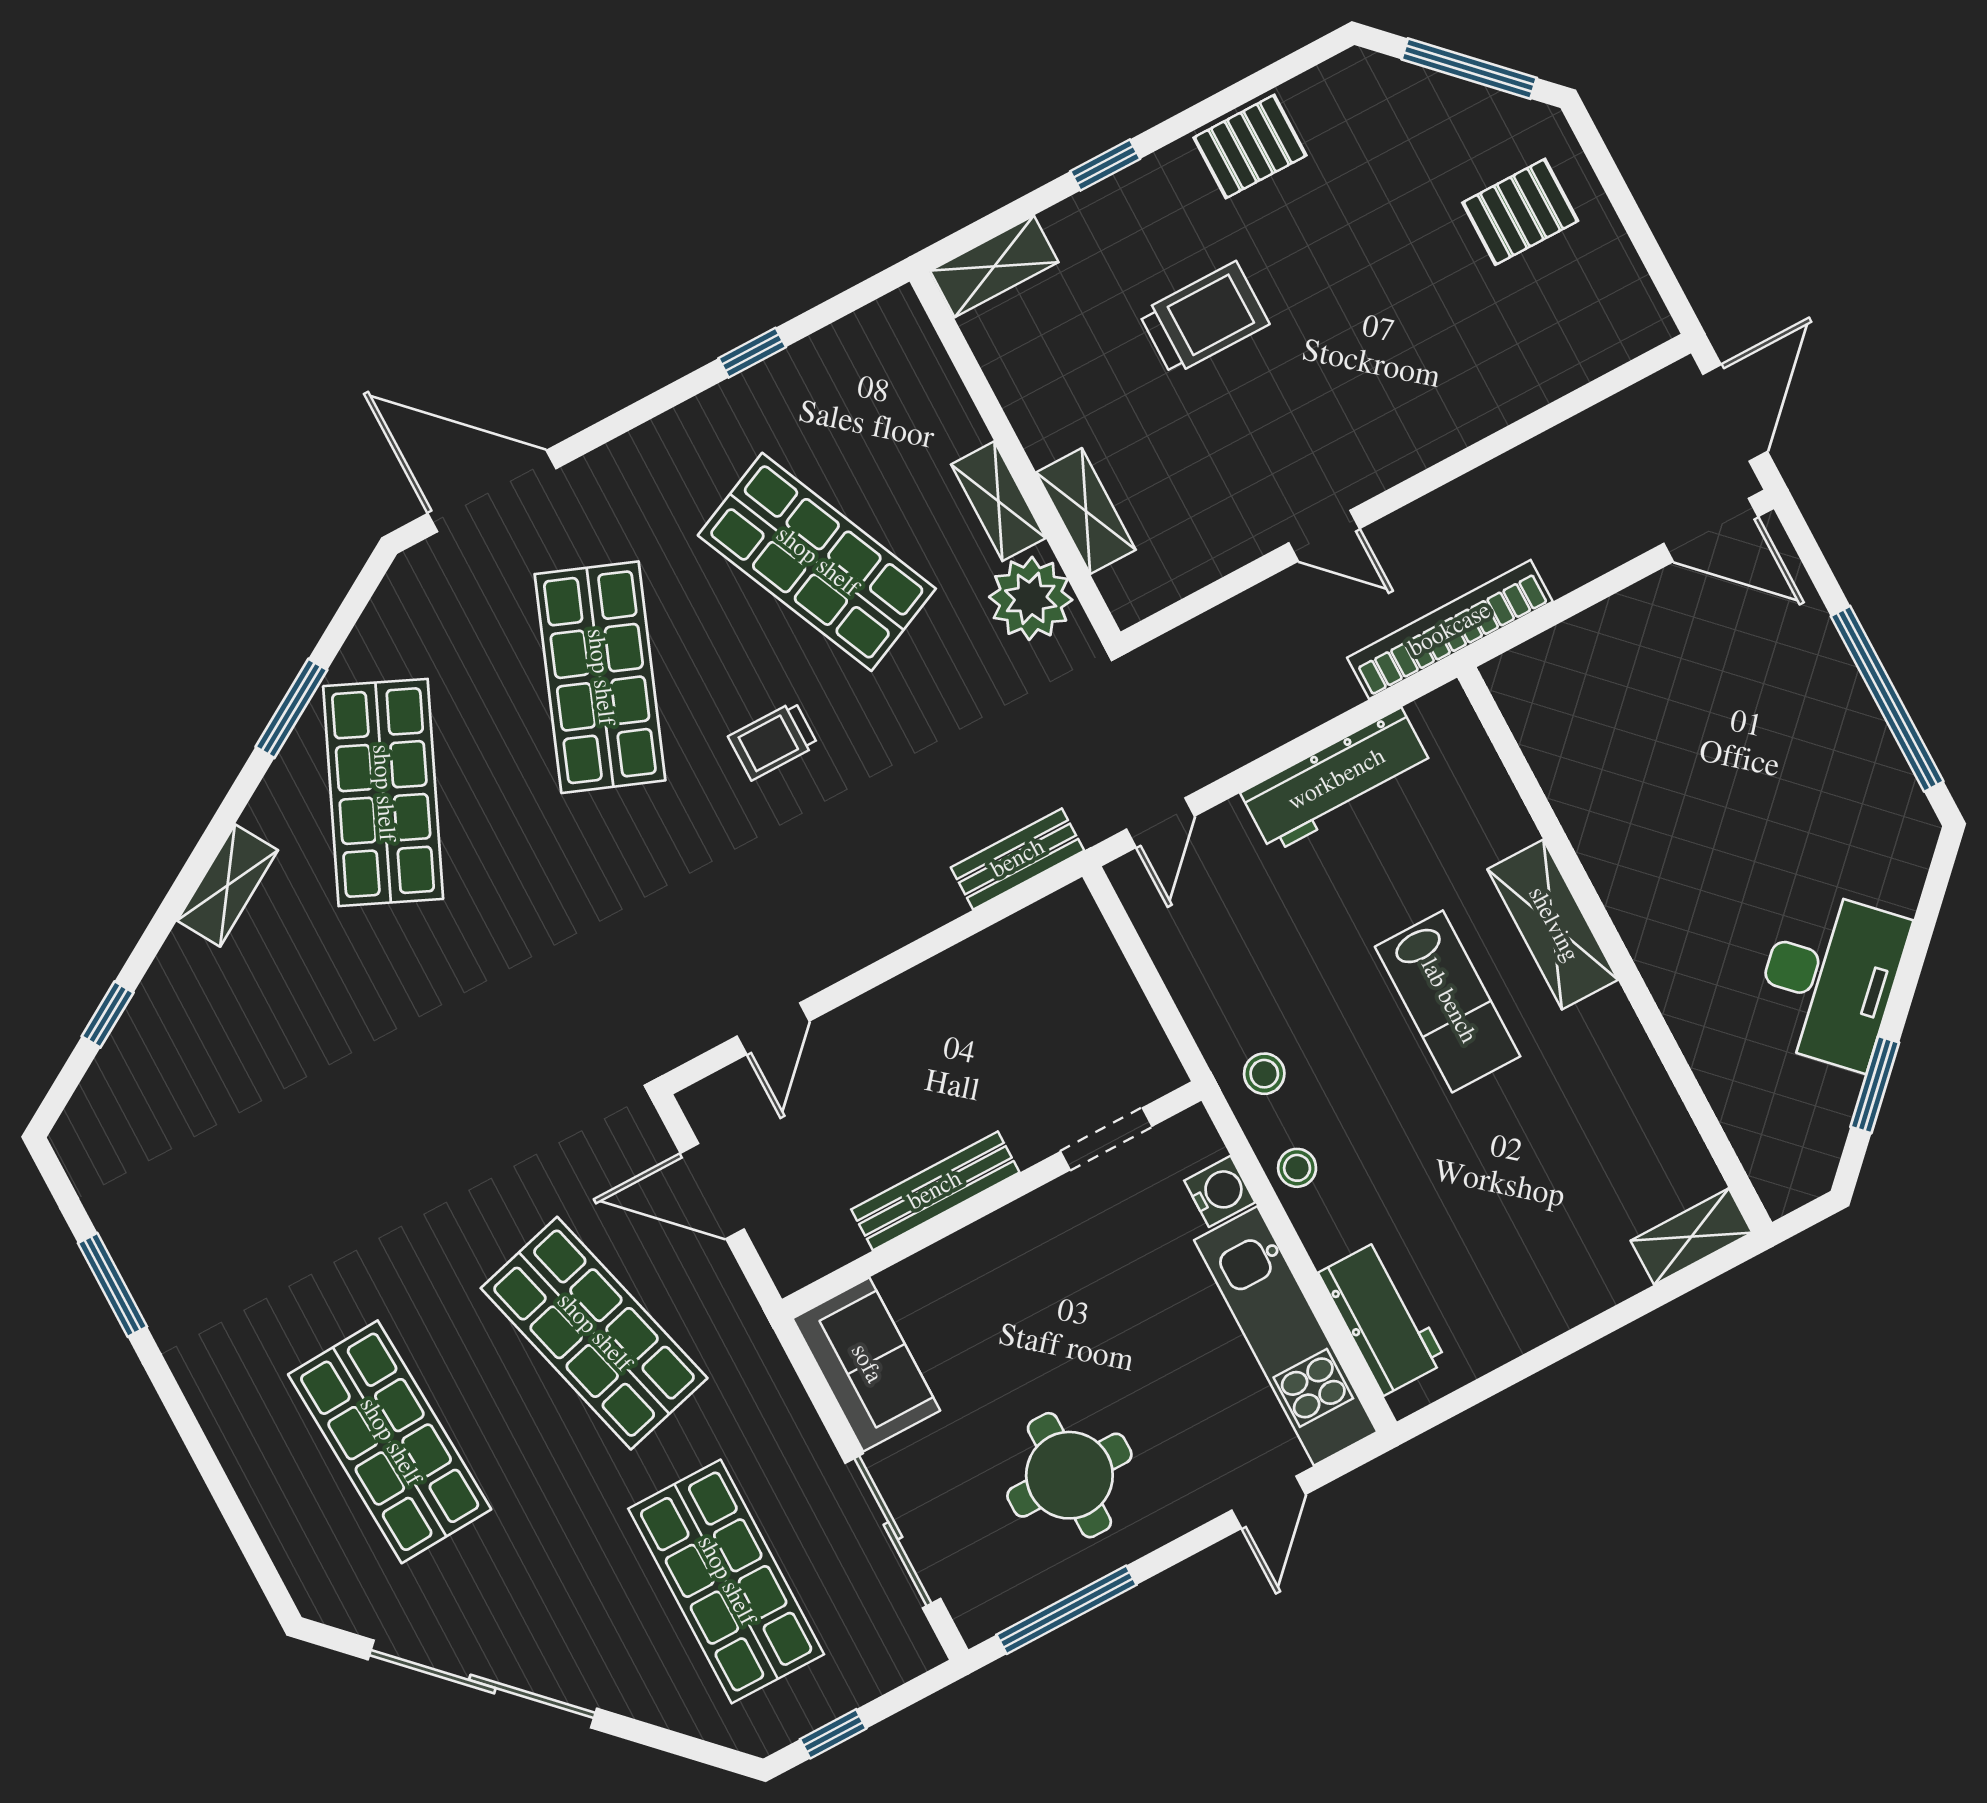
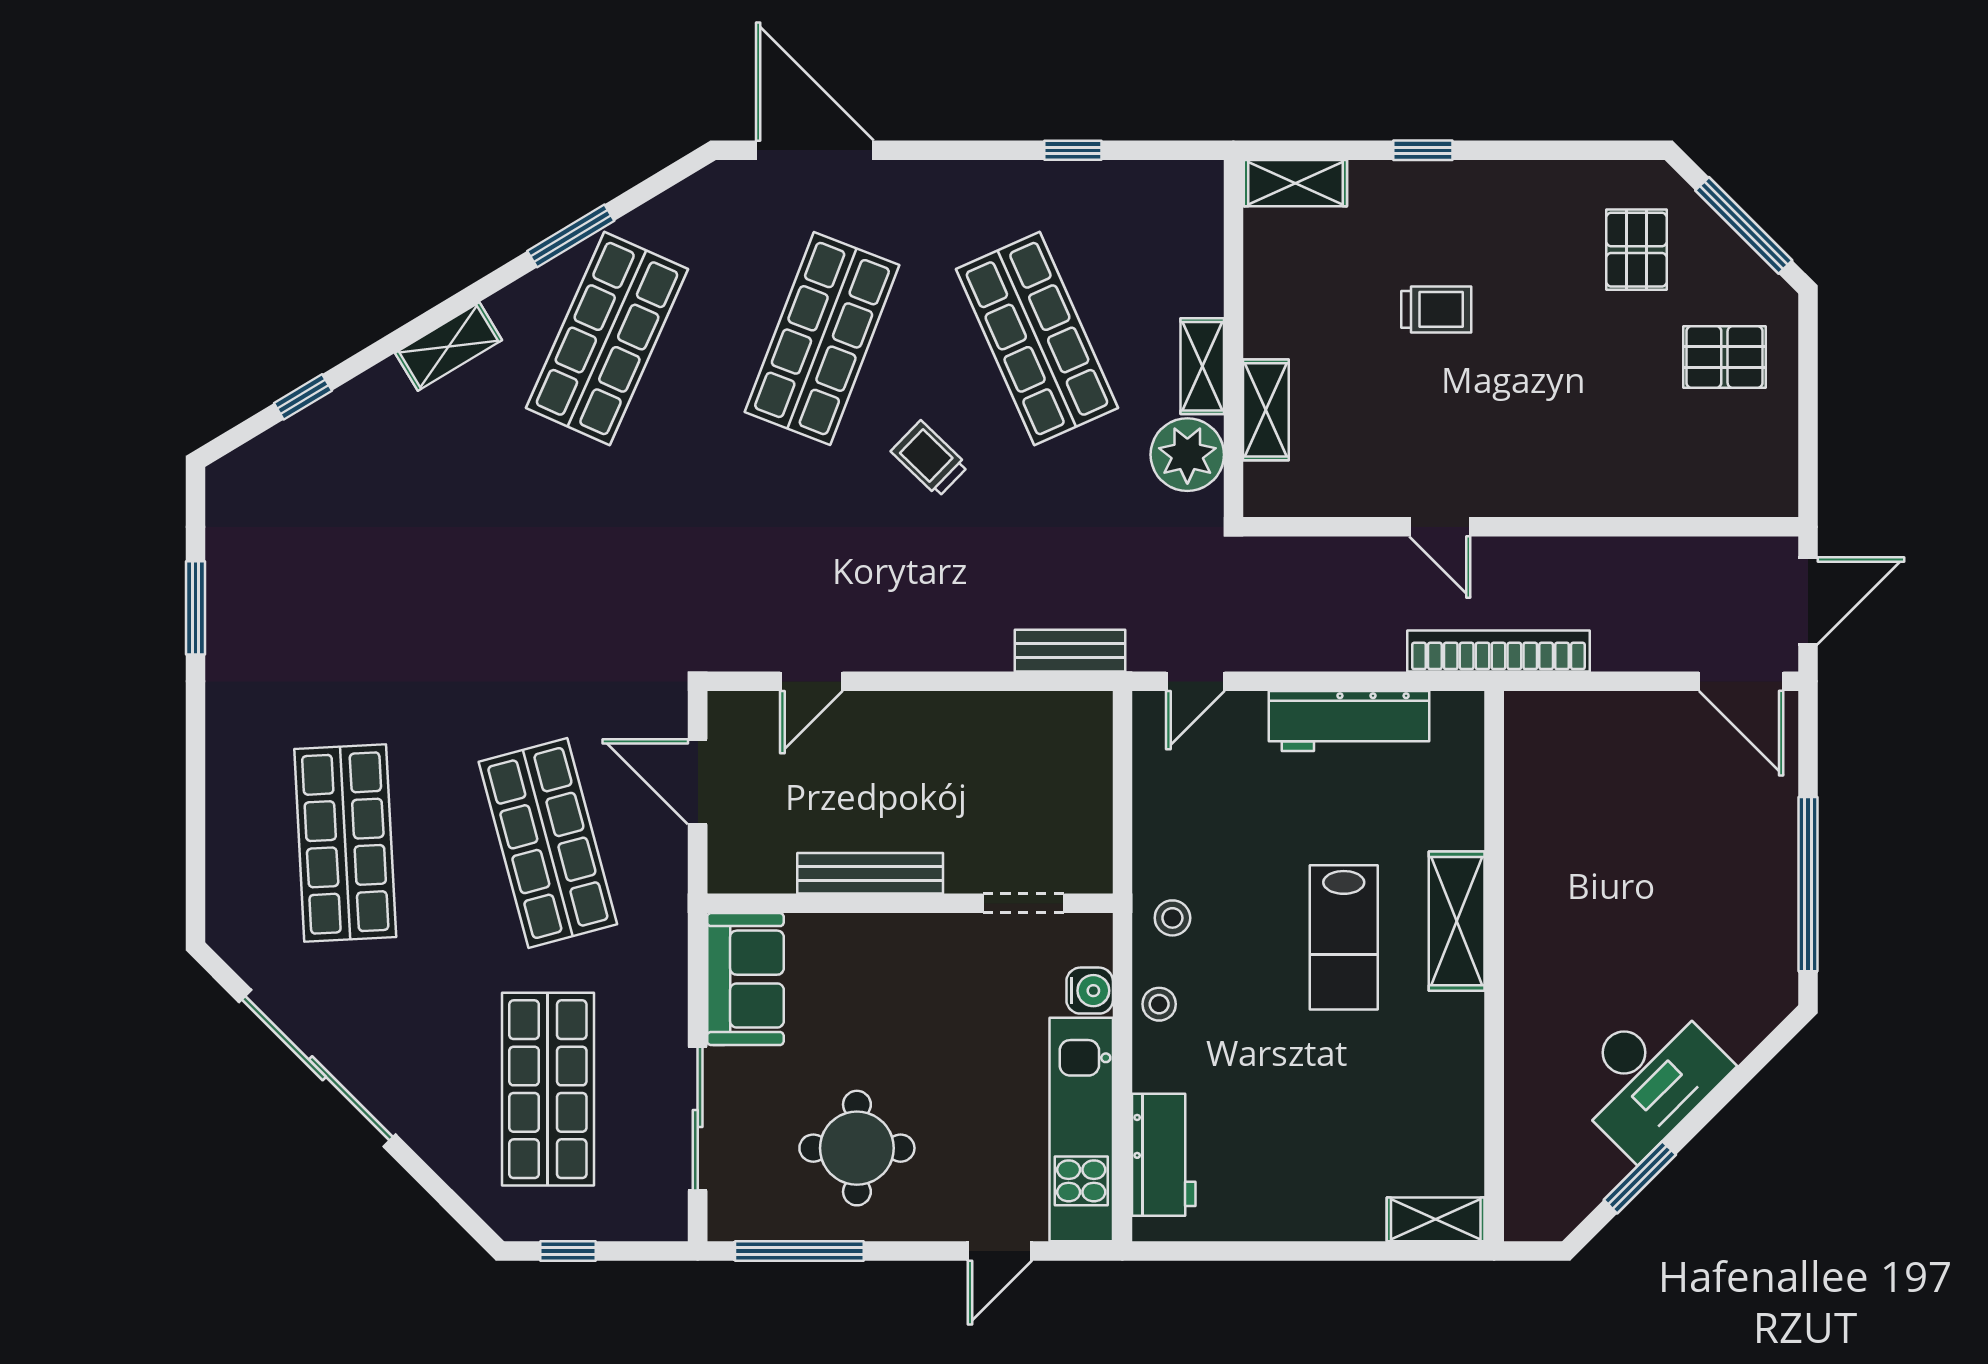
pallet: (1250, 147) -> (1636, 250), moved, turned 90
trolley: (1204, 318) -> (1436, 309), width x0.73, depth x0.72
trolley: (773, 741) -> (930, 459), turned 44

